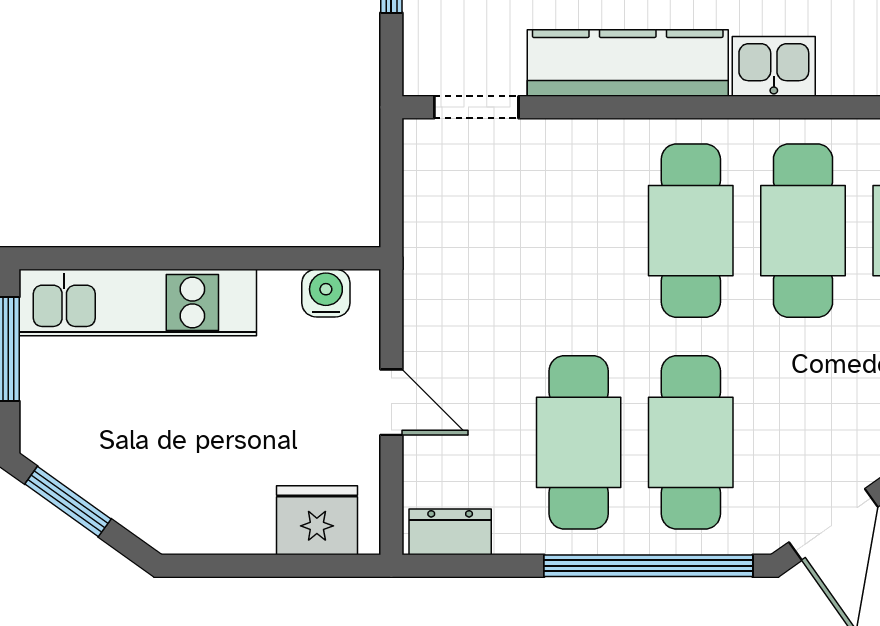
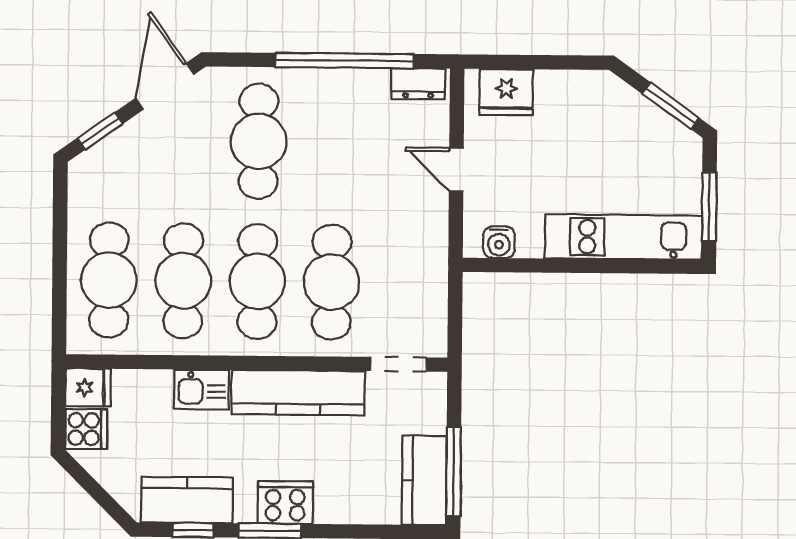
cafe table: (579, 442) -> (332, 282), moved
window: (648, 566) -> (345, 61), moved

